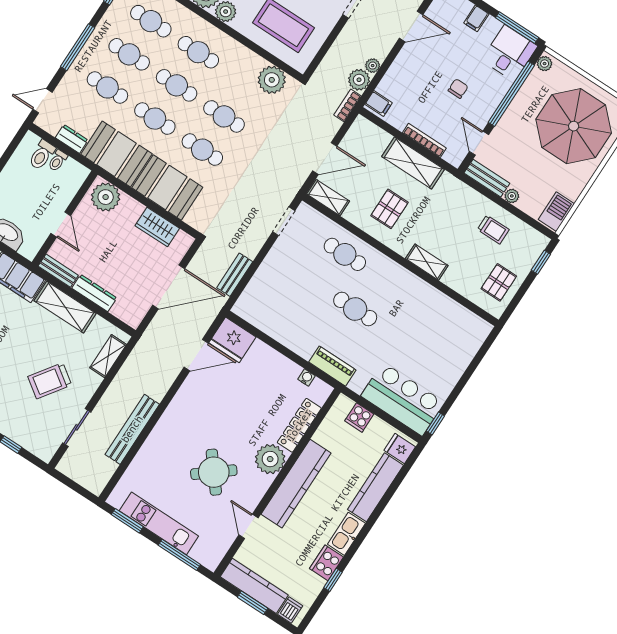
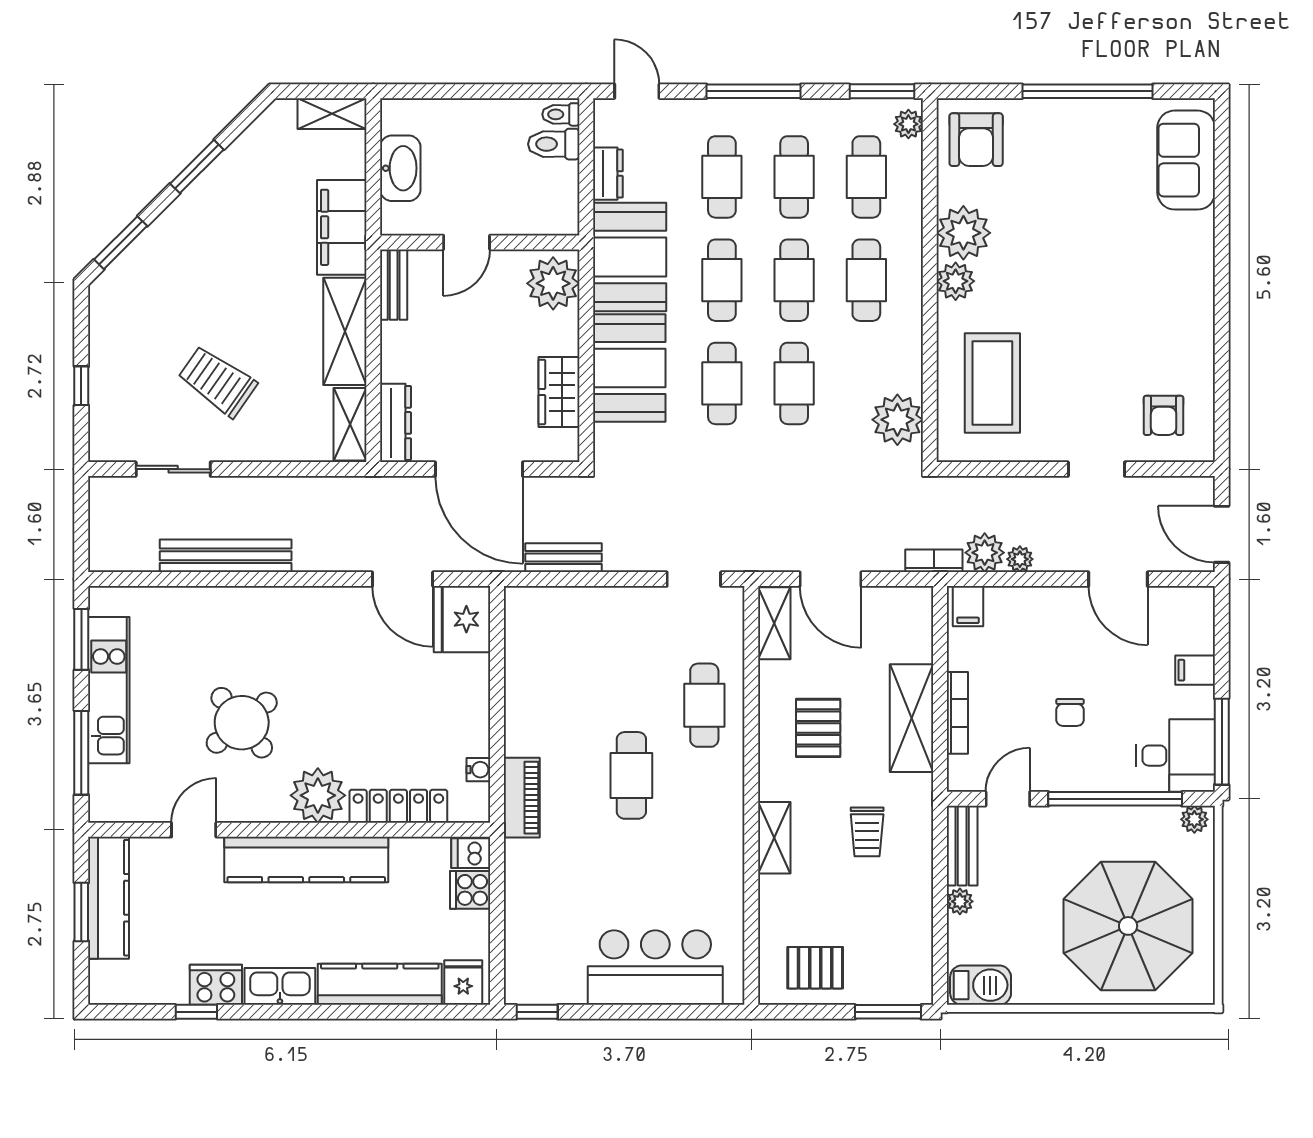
chair: (458, 89) -> (1070, 712), turned 90
toilet: (58, 161) -> (561, 114), moved
pallet: (390, 209) -> (818, 728), turned 90
trolley: (493, 230) -> (867, 832), moved
window: (541, 262) -> (888, 1012), width x1.50
dresser: (94, 293) -> (396, 423), moved
shelving: (108, 356) -> (350, 424), moved, turned 90
bar counter: (403, 399) -> (655, 968), moved, turned -90
dishwasher: (290, 610) -> (471, 853), moved, turned 180

